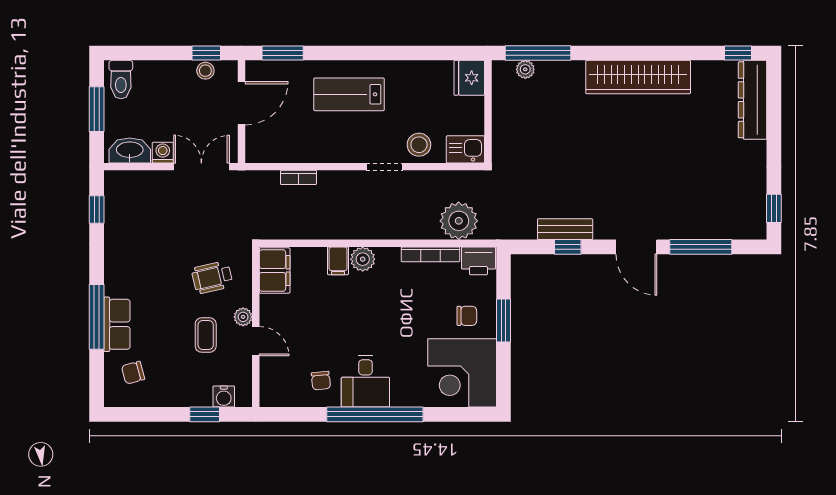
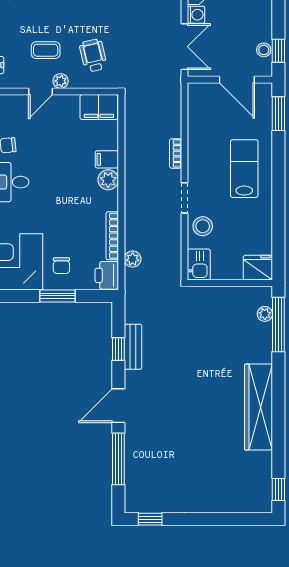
dresser: (753, 100) -> (240, 502), removed
bookcase: (298, 177) -> (176, 153), moved
plant: (459, 221) -> (133, 259), width x0.53, depth x0.53

